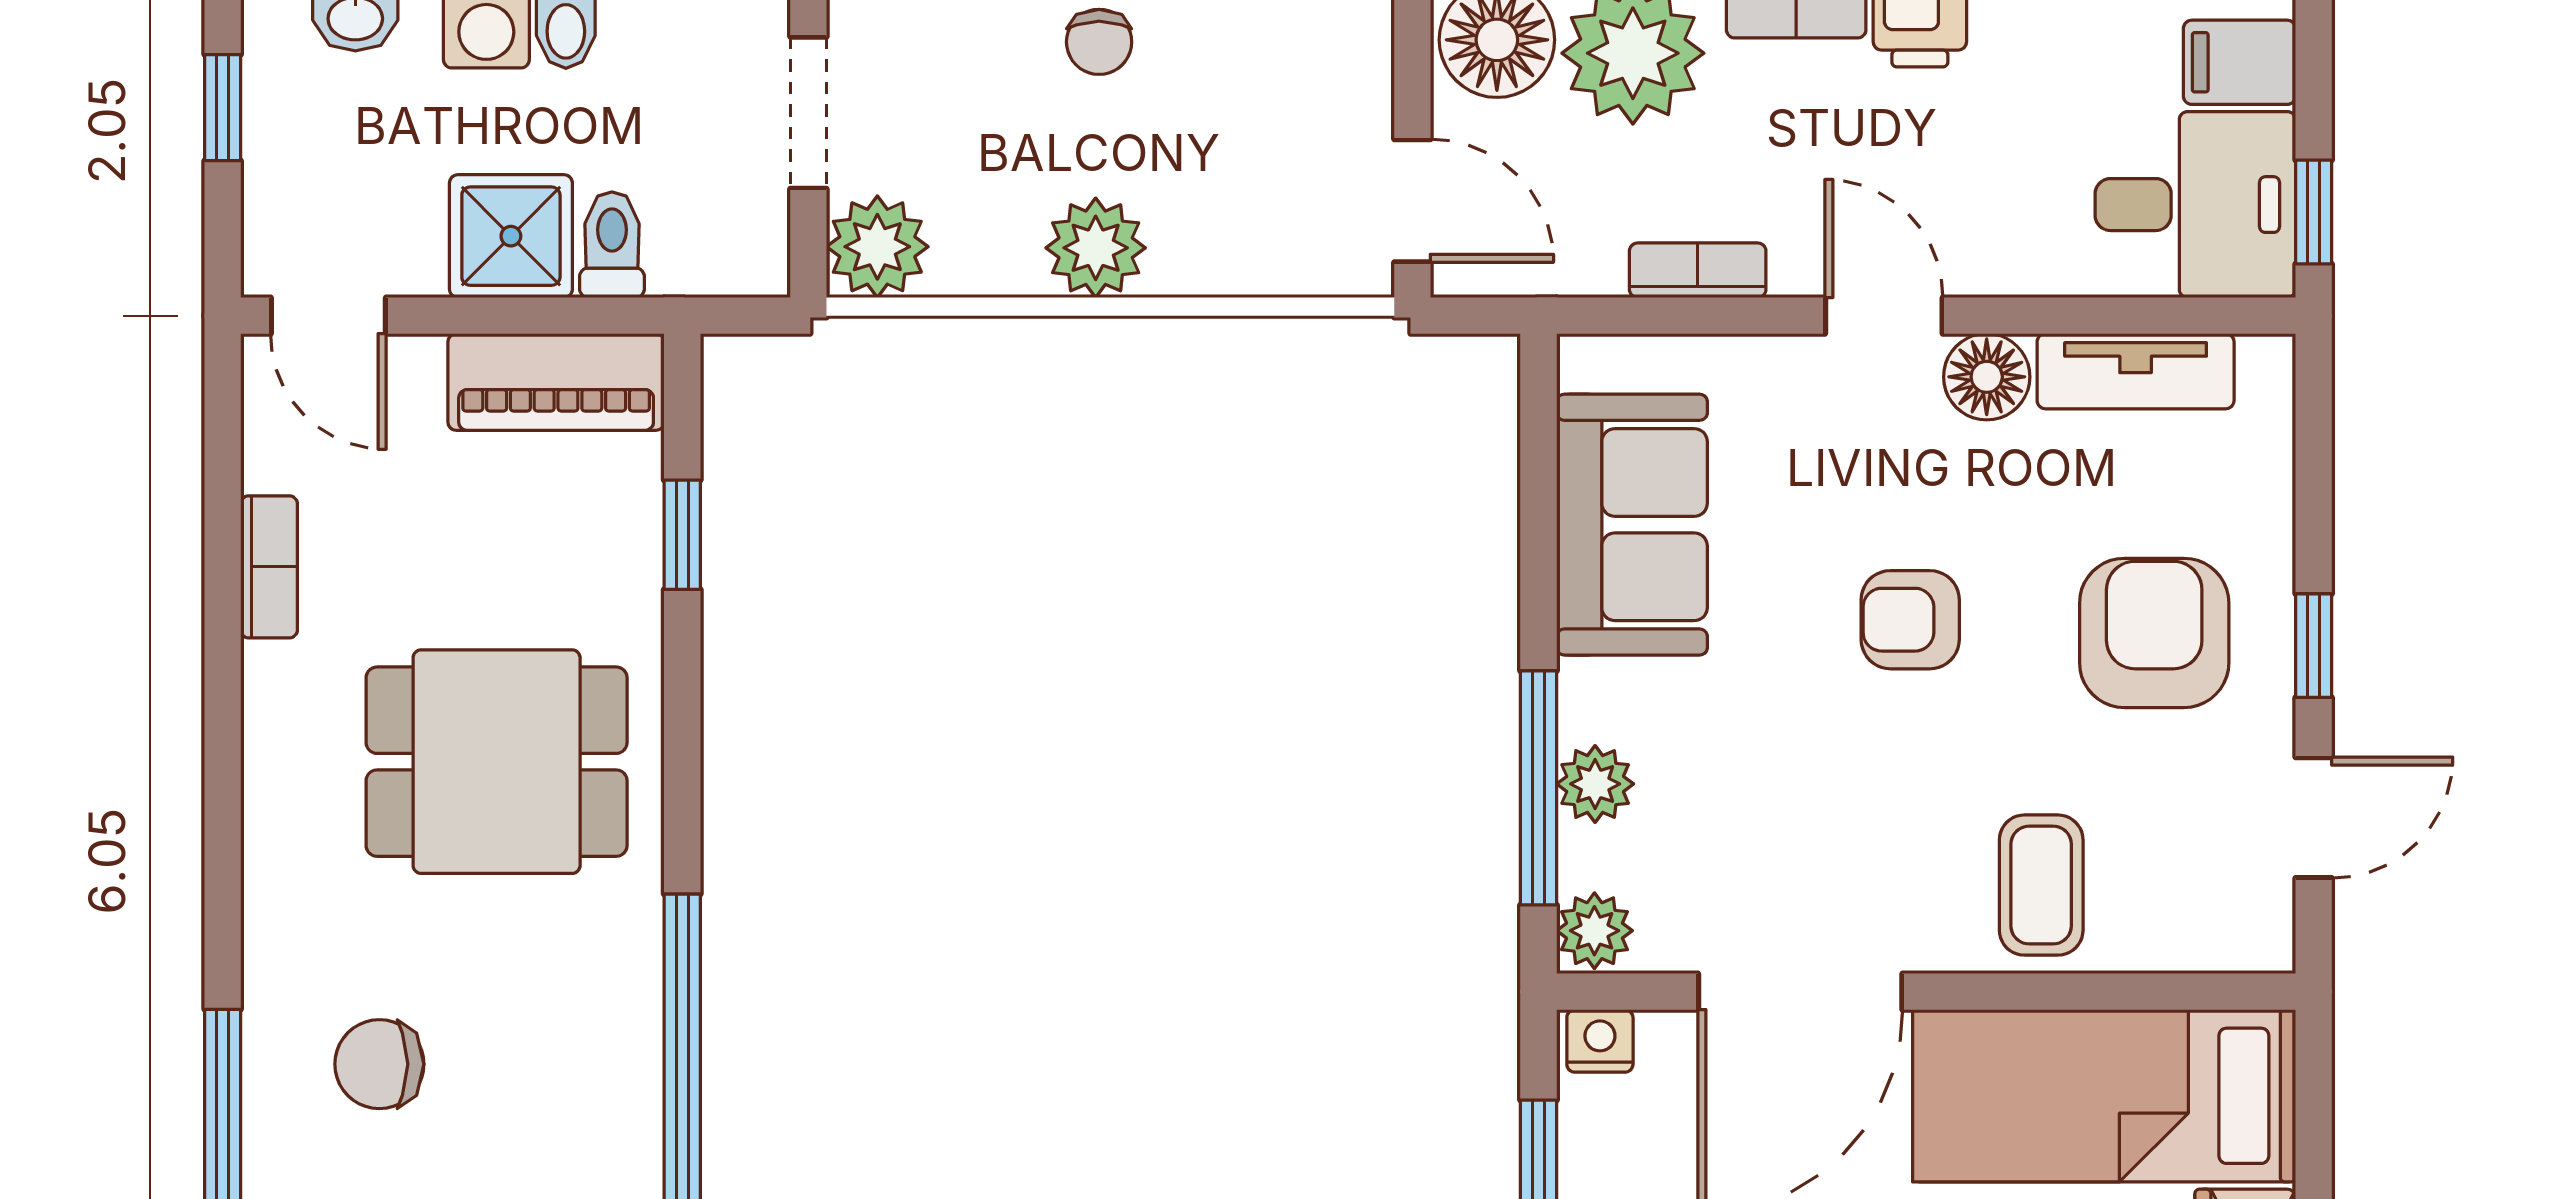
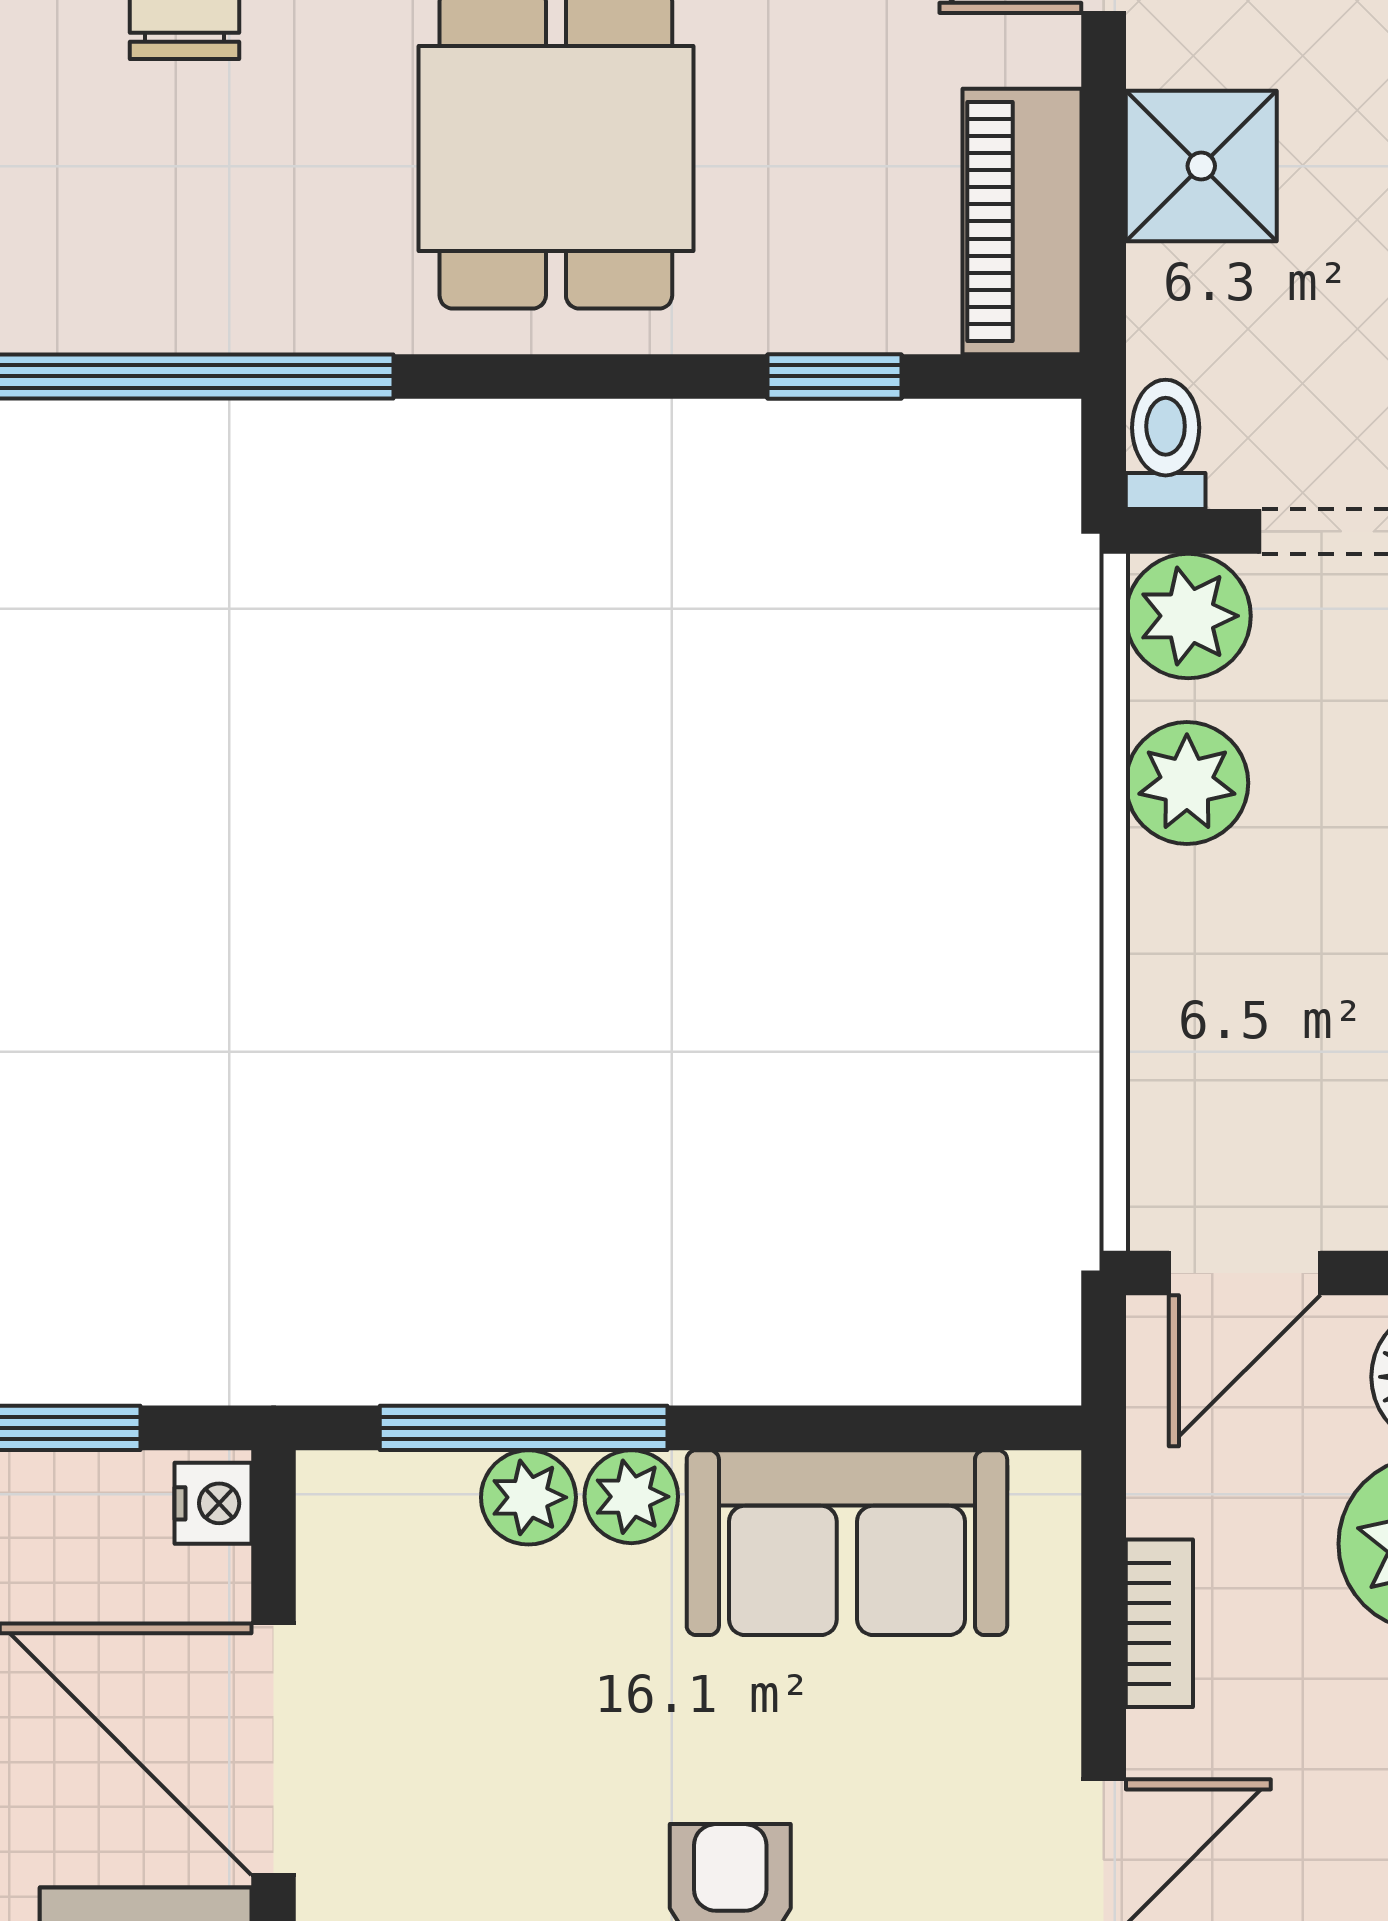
toilet: (612, 245) -> (1166, 444), moved, turned -90
plant: (1096, 248) -> (1187, 783), moved
plant: (1594, 931) -> (631, 1497), moved

